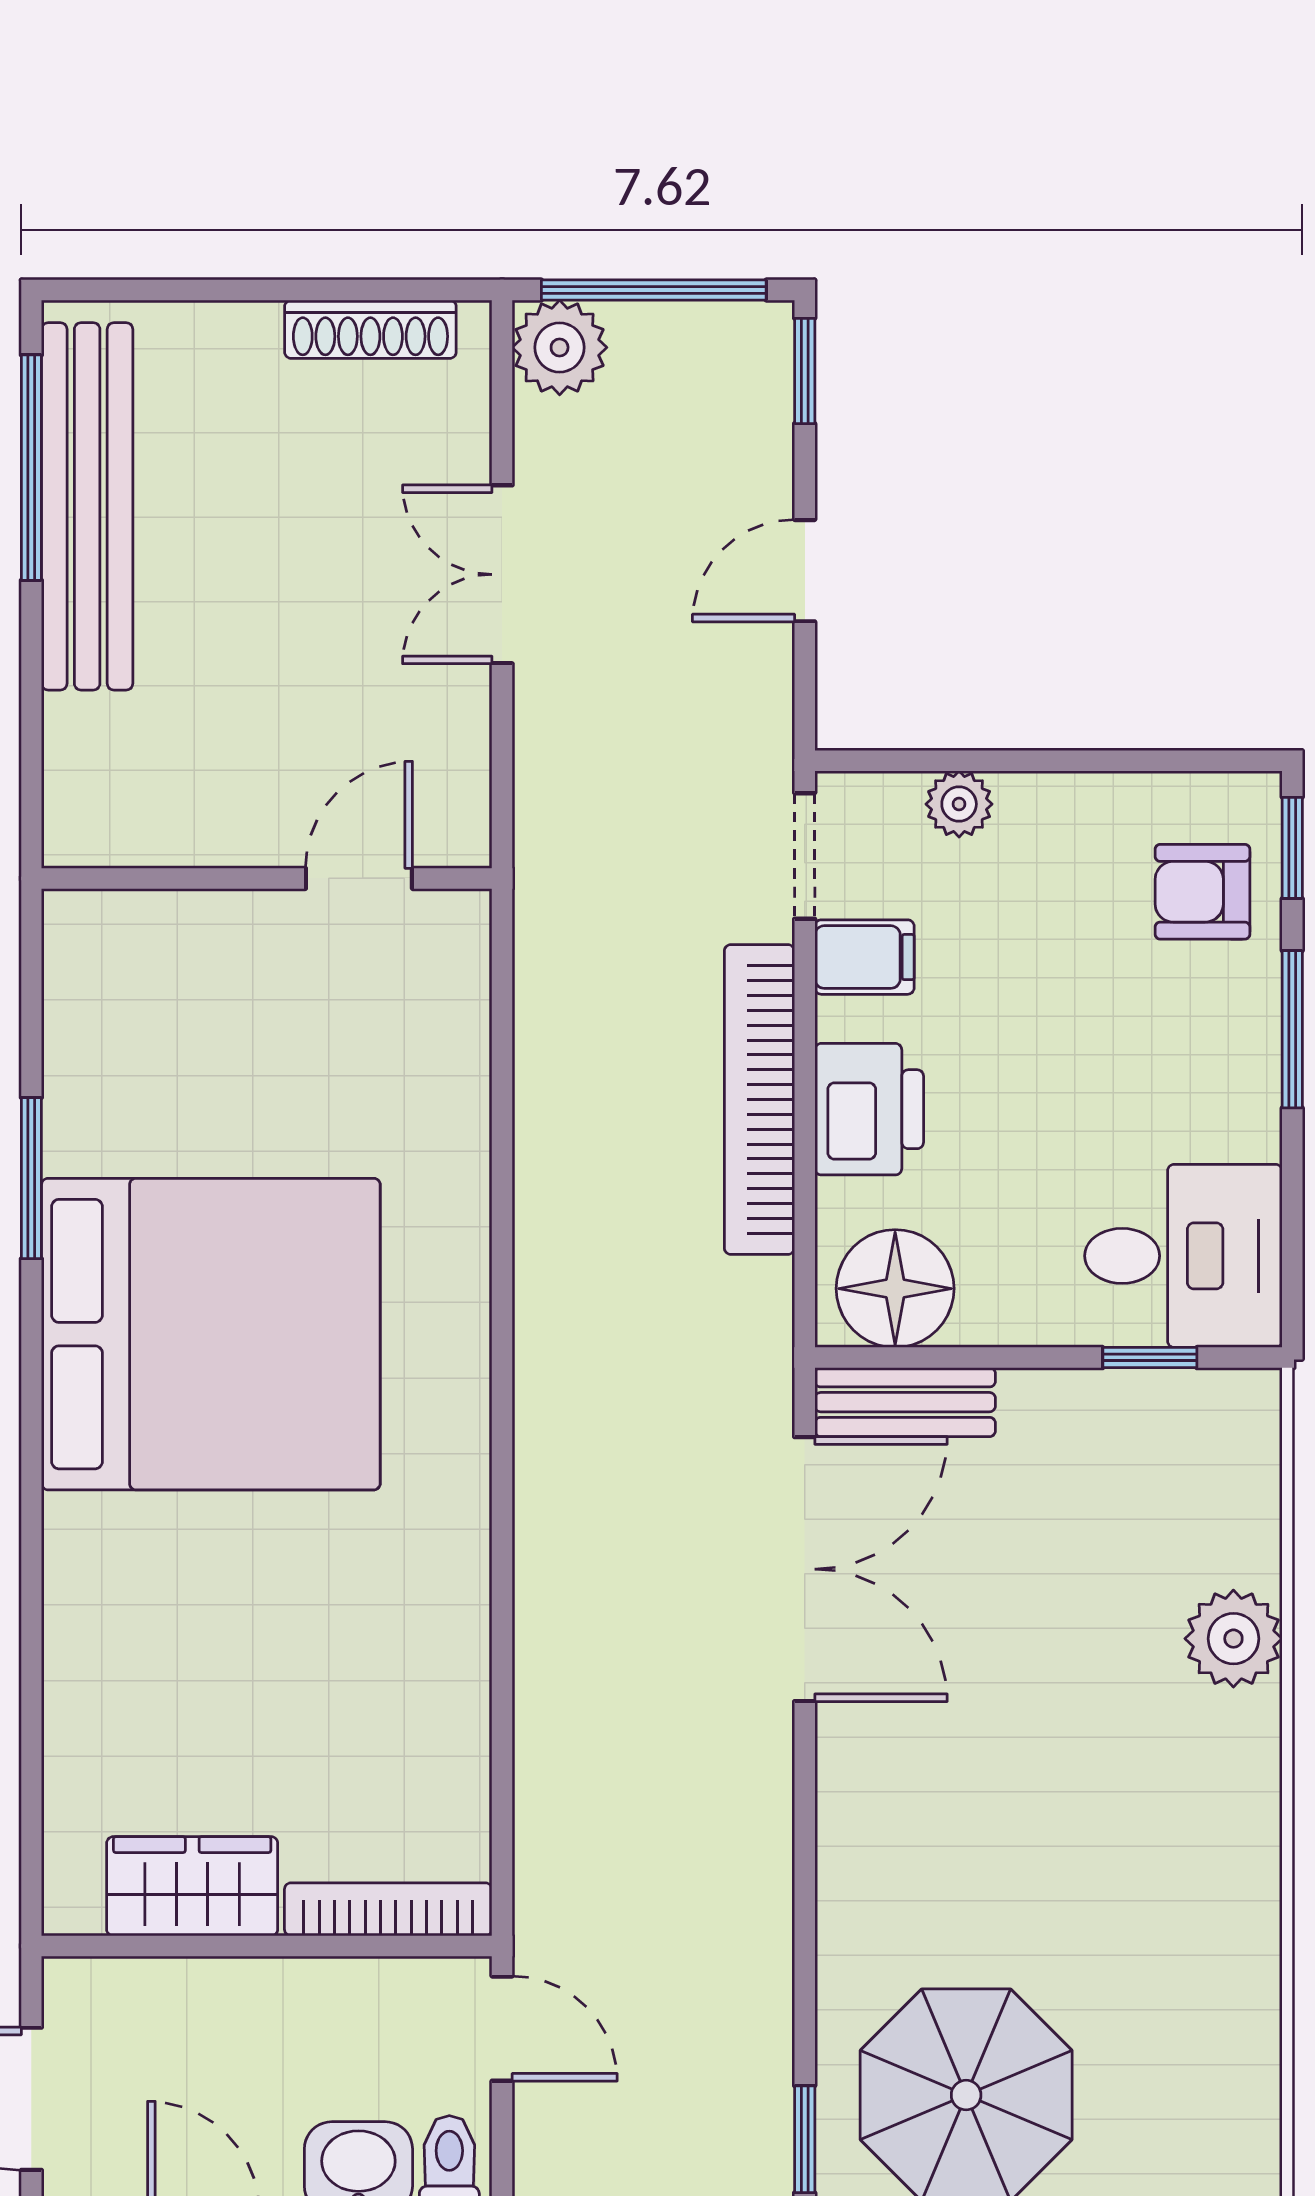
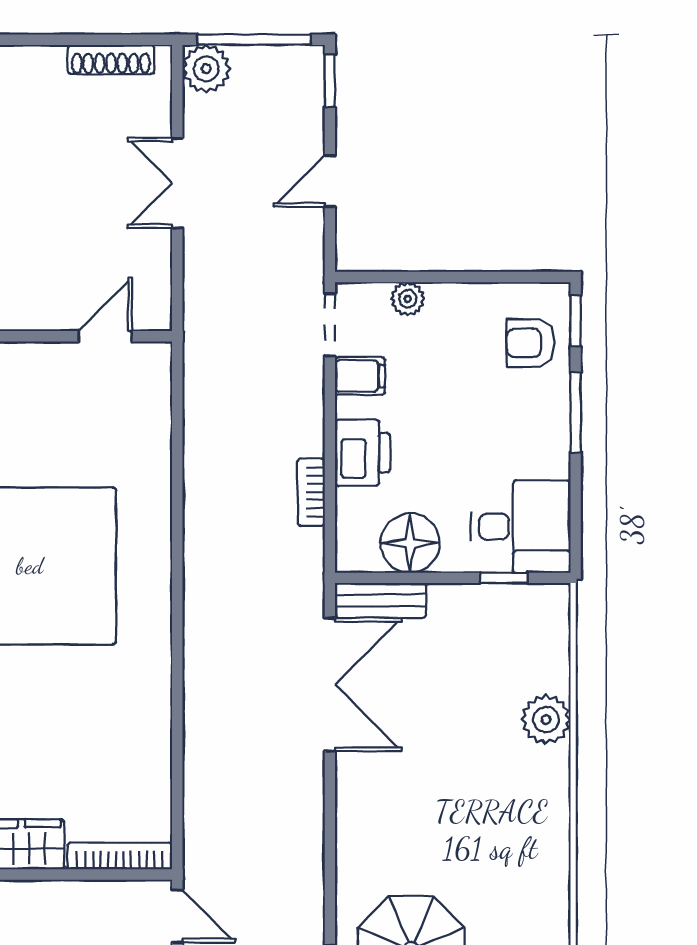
bookcase: (759, 1099) -> (311, 492), width x0.43, depth x0.76
floor lamp: (895, 1289) -> (410, 543), moved

